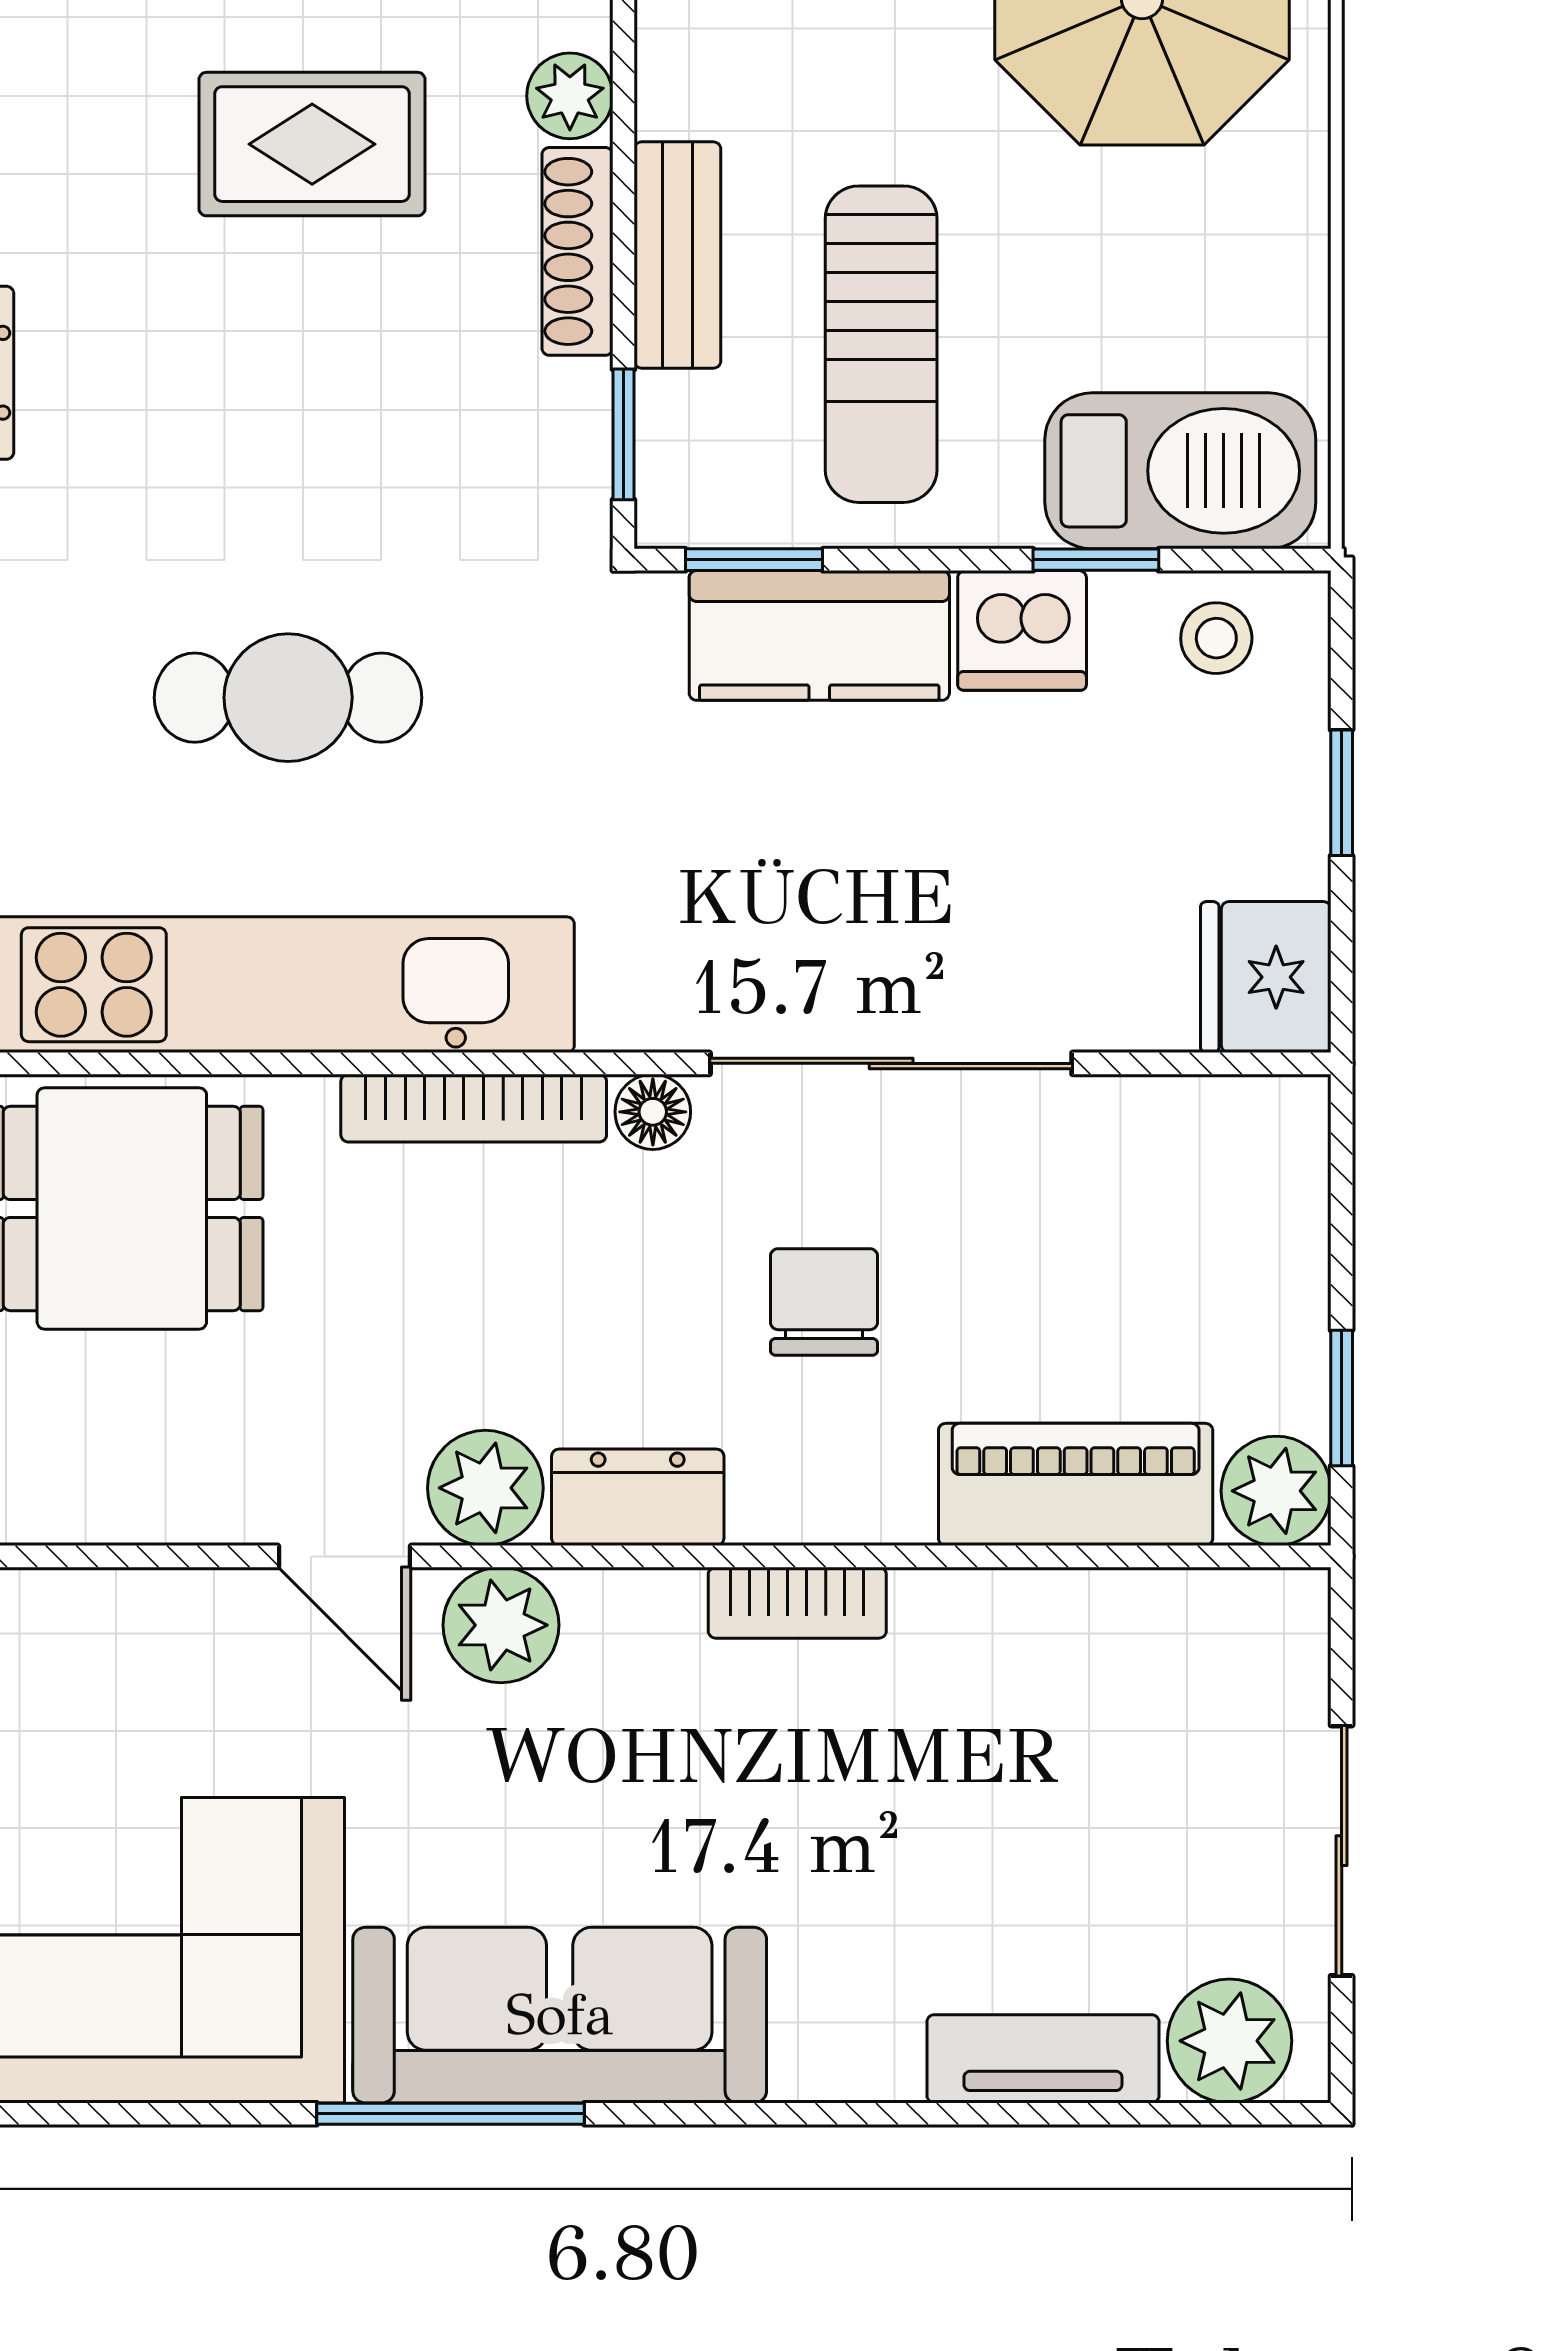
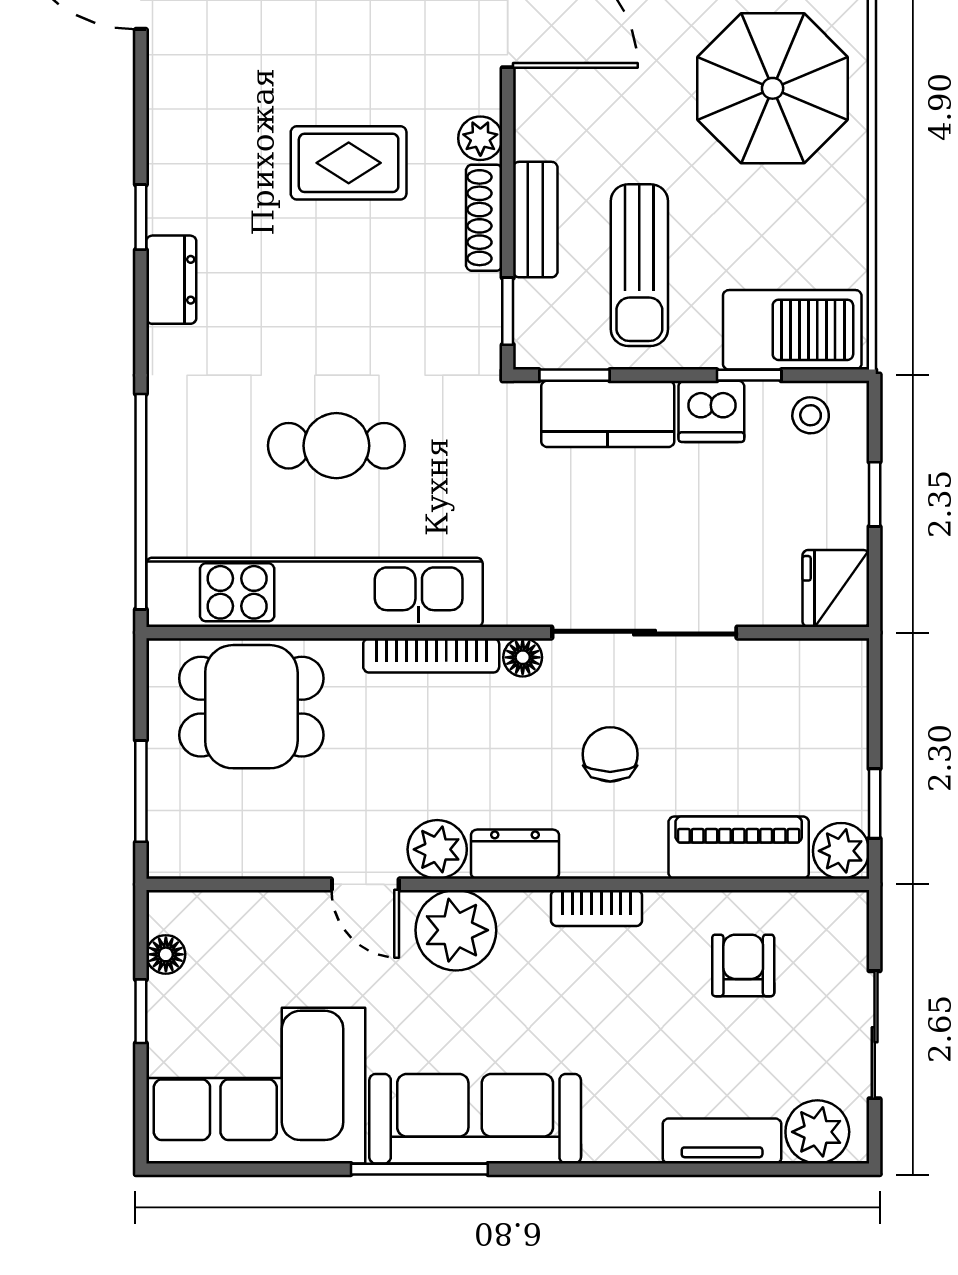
plant: (501, 1625) -> (456, 930), width x1.36, depth x1.36
armchair: (1084, 1715) -> (743, 965), added

